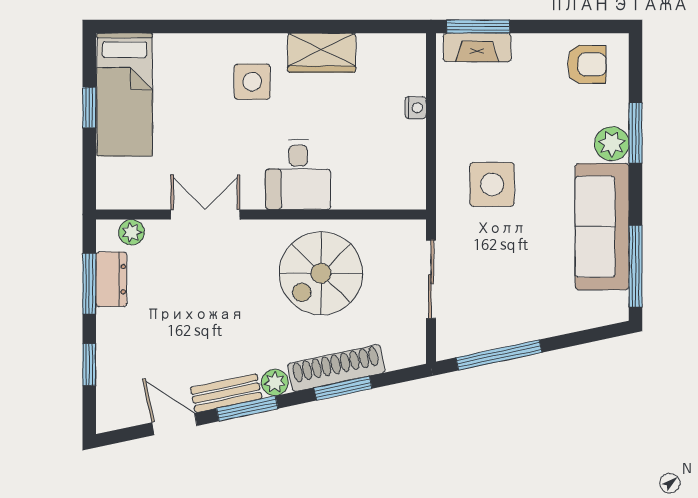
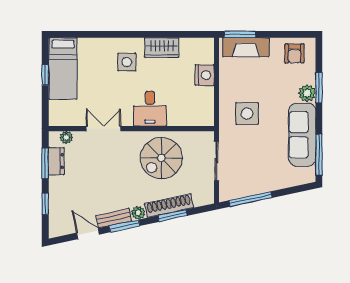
fireplace: (477, 47) -> (246, 47), width x1.37, depth x1.32
armchair: (587, 64) -> (294, 53), turned 90
nightstand: (416, 108) -> (205, 75), width x1.89, depth x1.79

